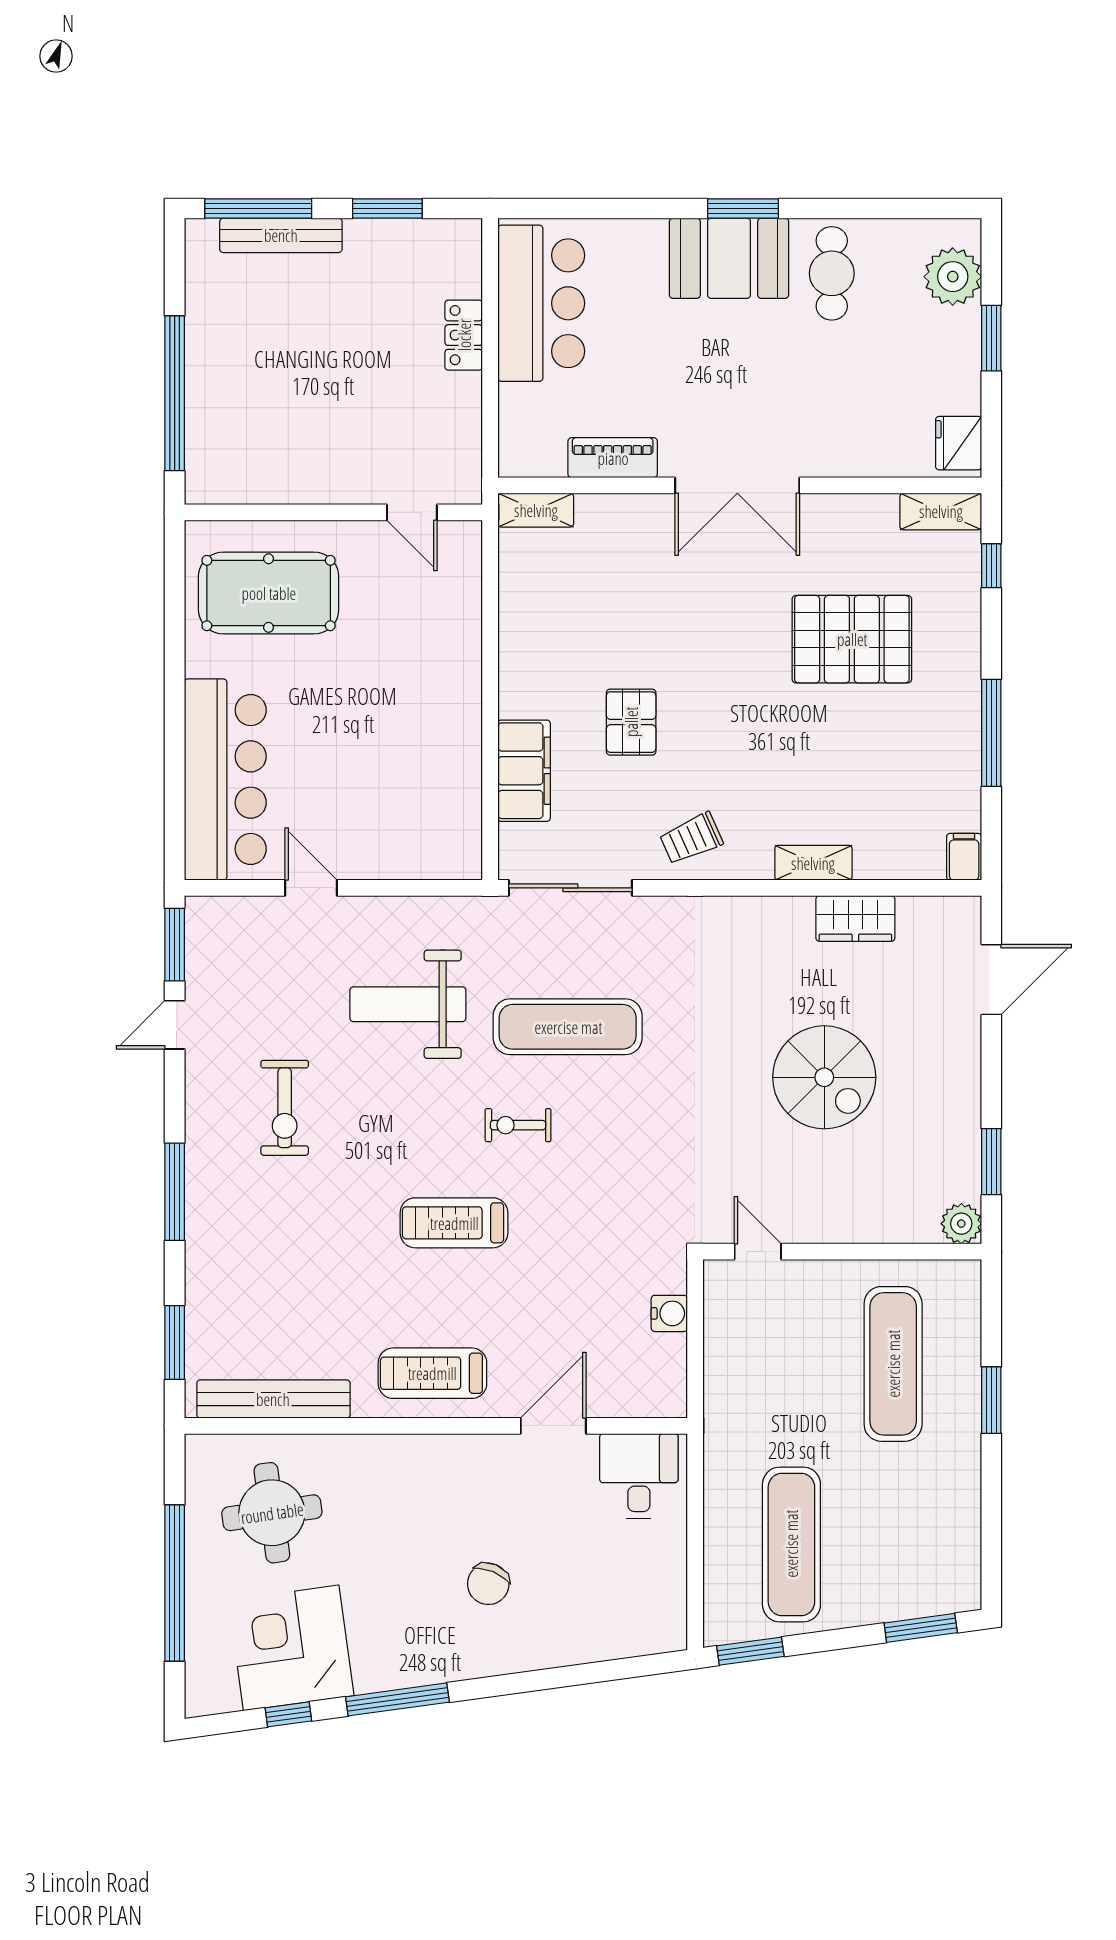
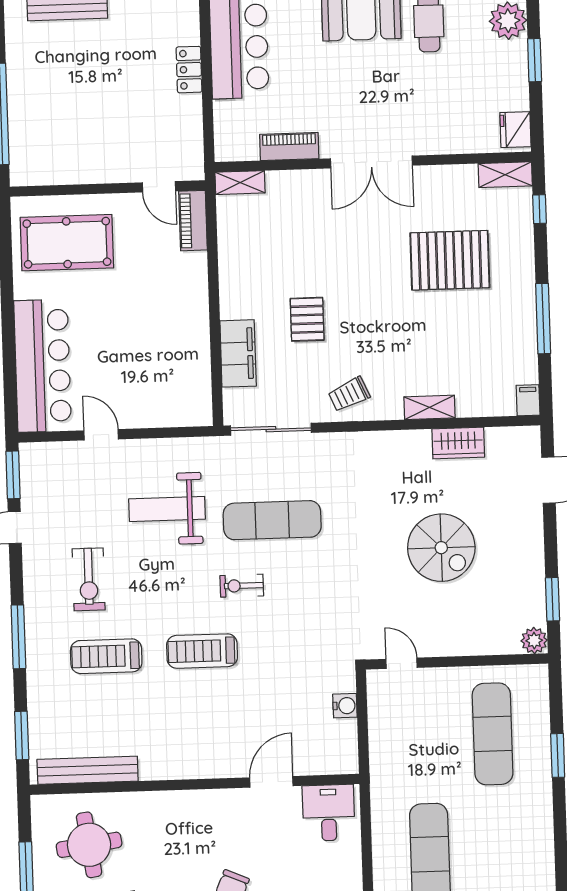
piano: (462, 566) -> (193, 221), added
treadmill: (432, 1373) -> (106, 656), moved

